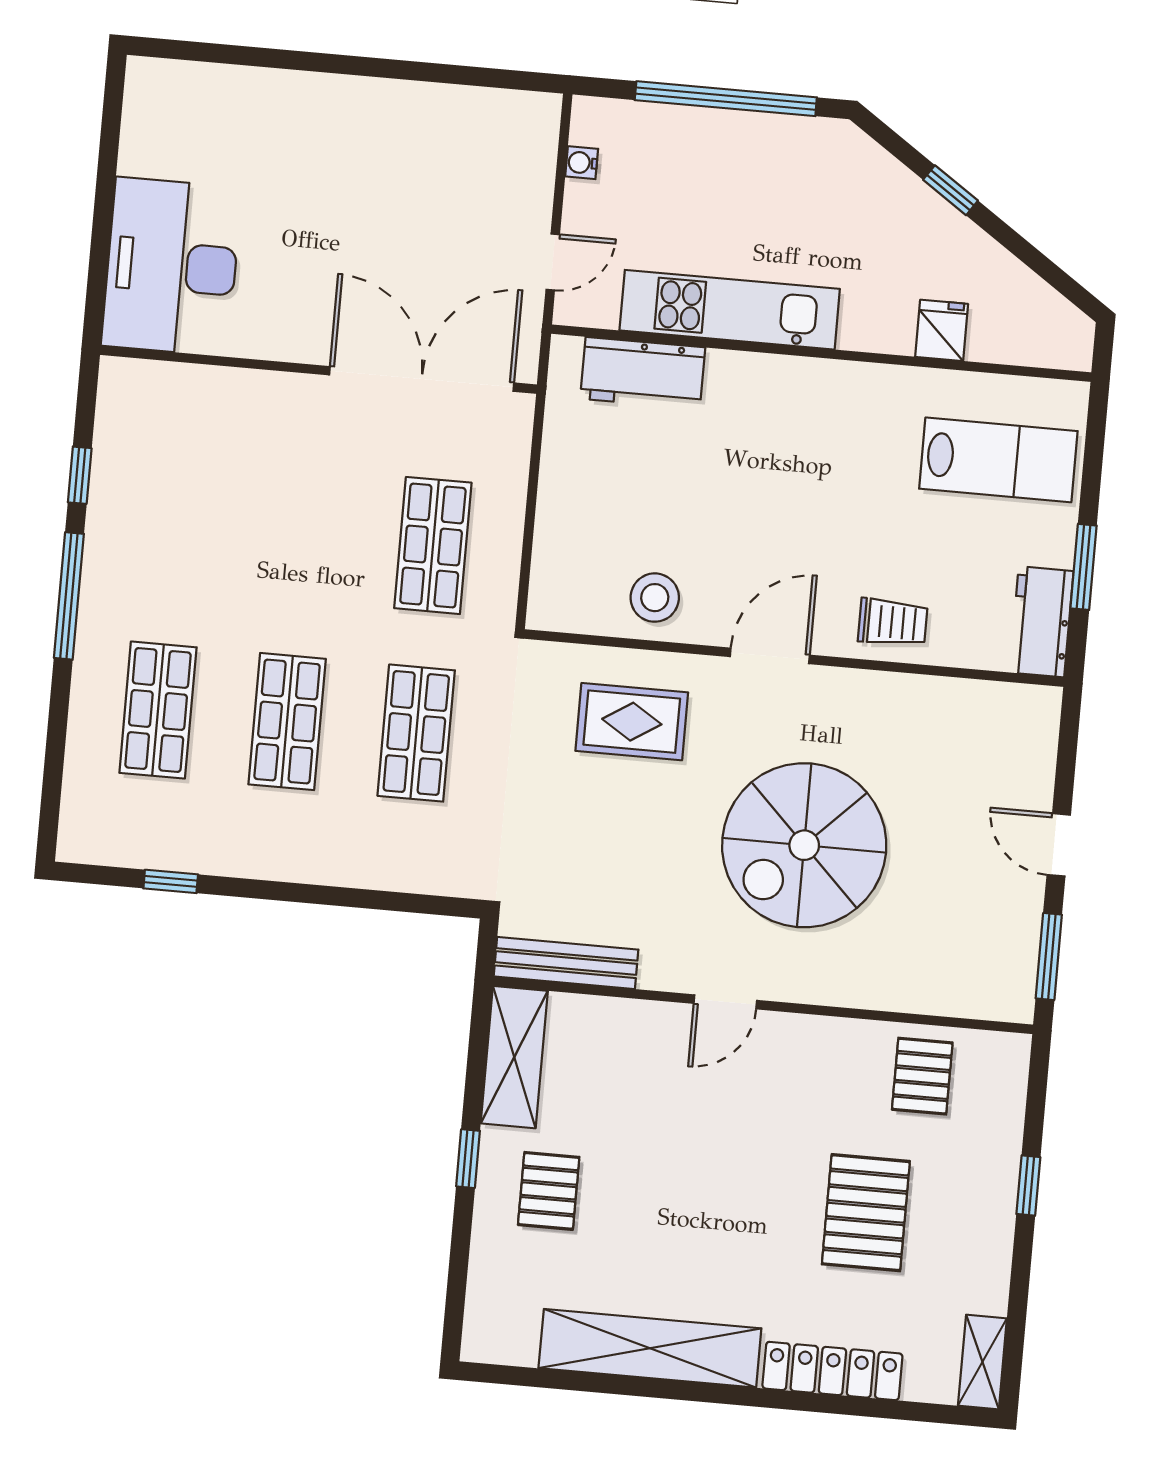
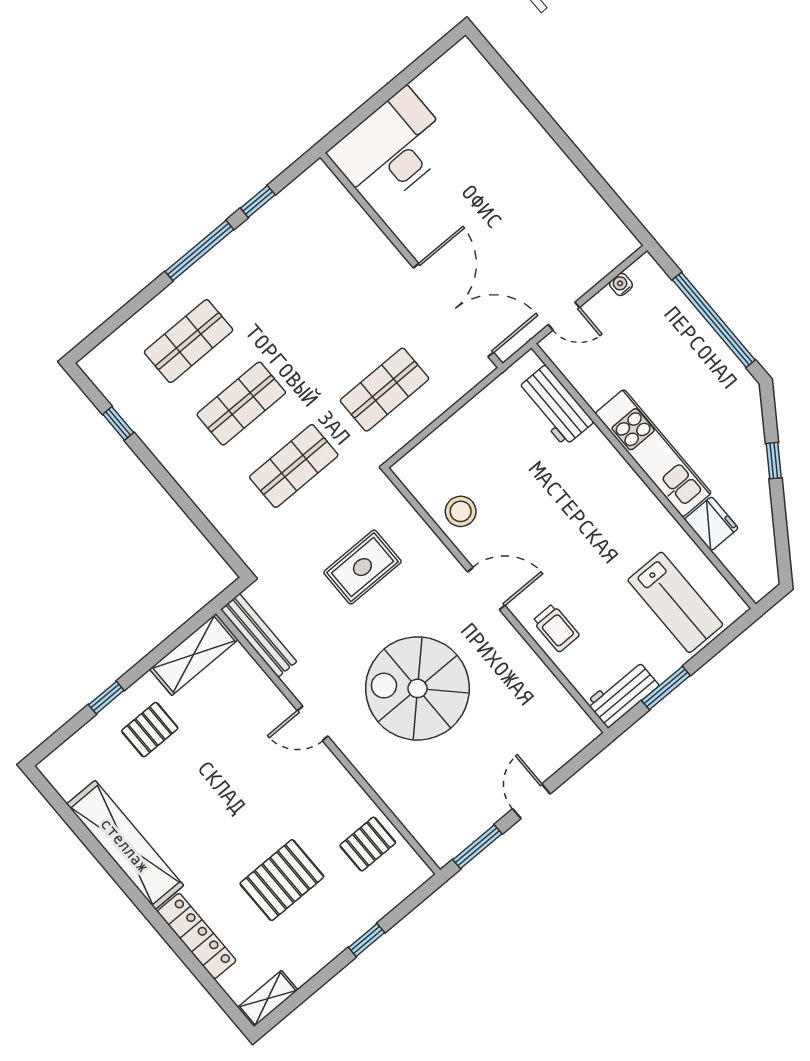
kitchen unit: (730, 310) -> (653, 453), moved
fridge: (942, 330) -> (711, 524), width x1.38
rug: (632, 722) -> (362, 567), moved, turned 90
window: (468, 1159) -> (106, 698), moved

